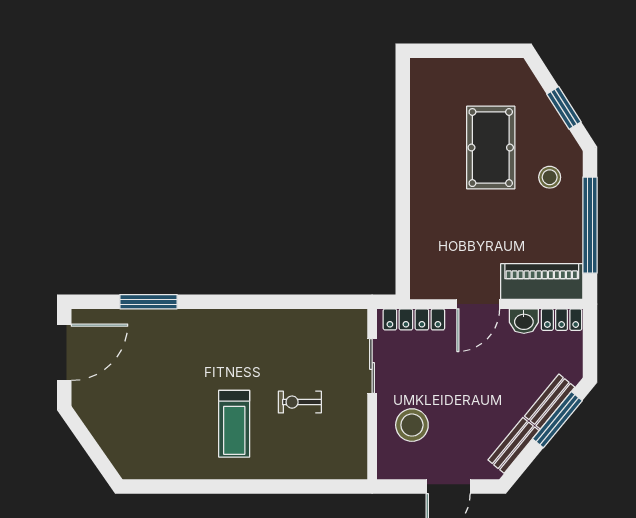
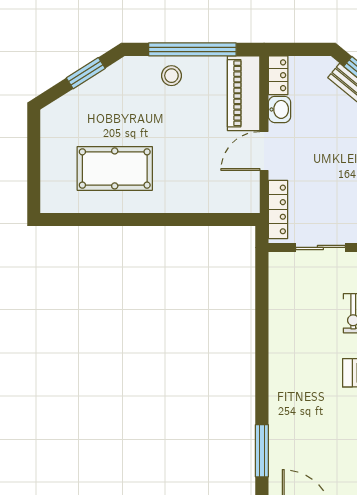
pool table: (491, 148) -> (115, 168), moved
stool: (550, 177) -> (171, 76), moved
door: (478, 304) -> (264, 151), swing flipped

